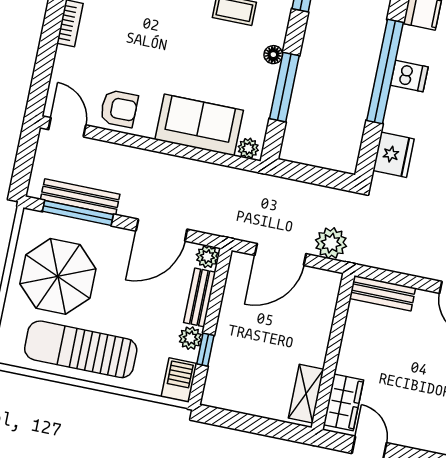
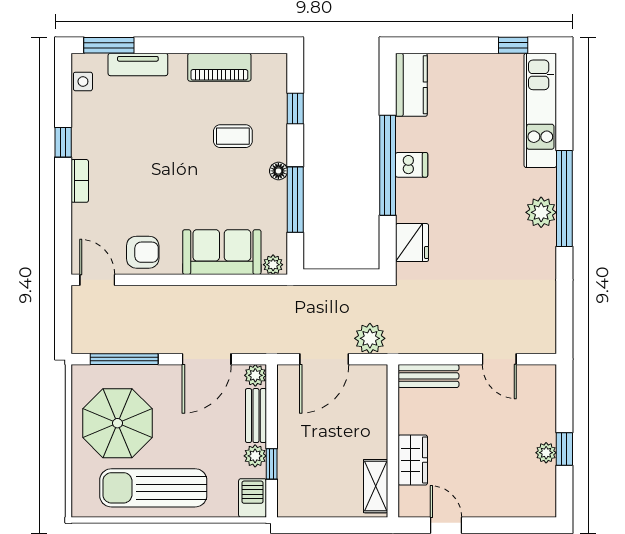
bench: (80, 197) -> (123, 343), removed
wardrobe: (344, 402) -> (413, 460), moved

